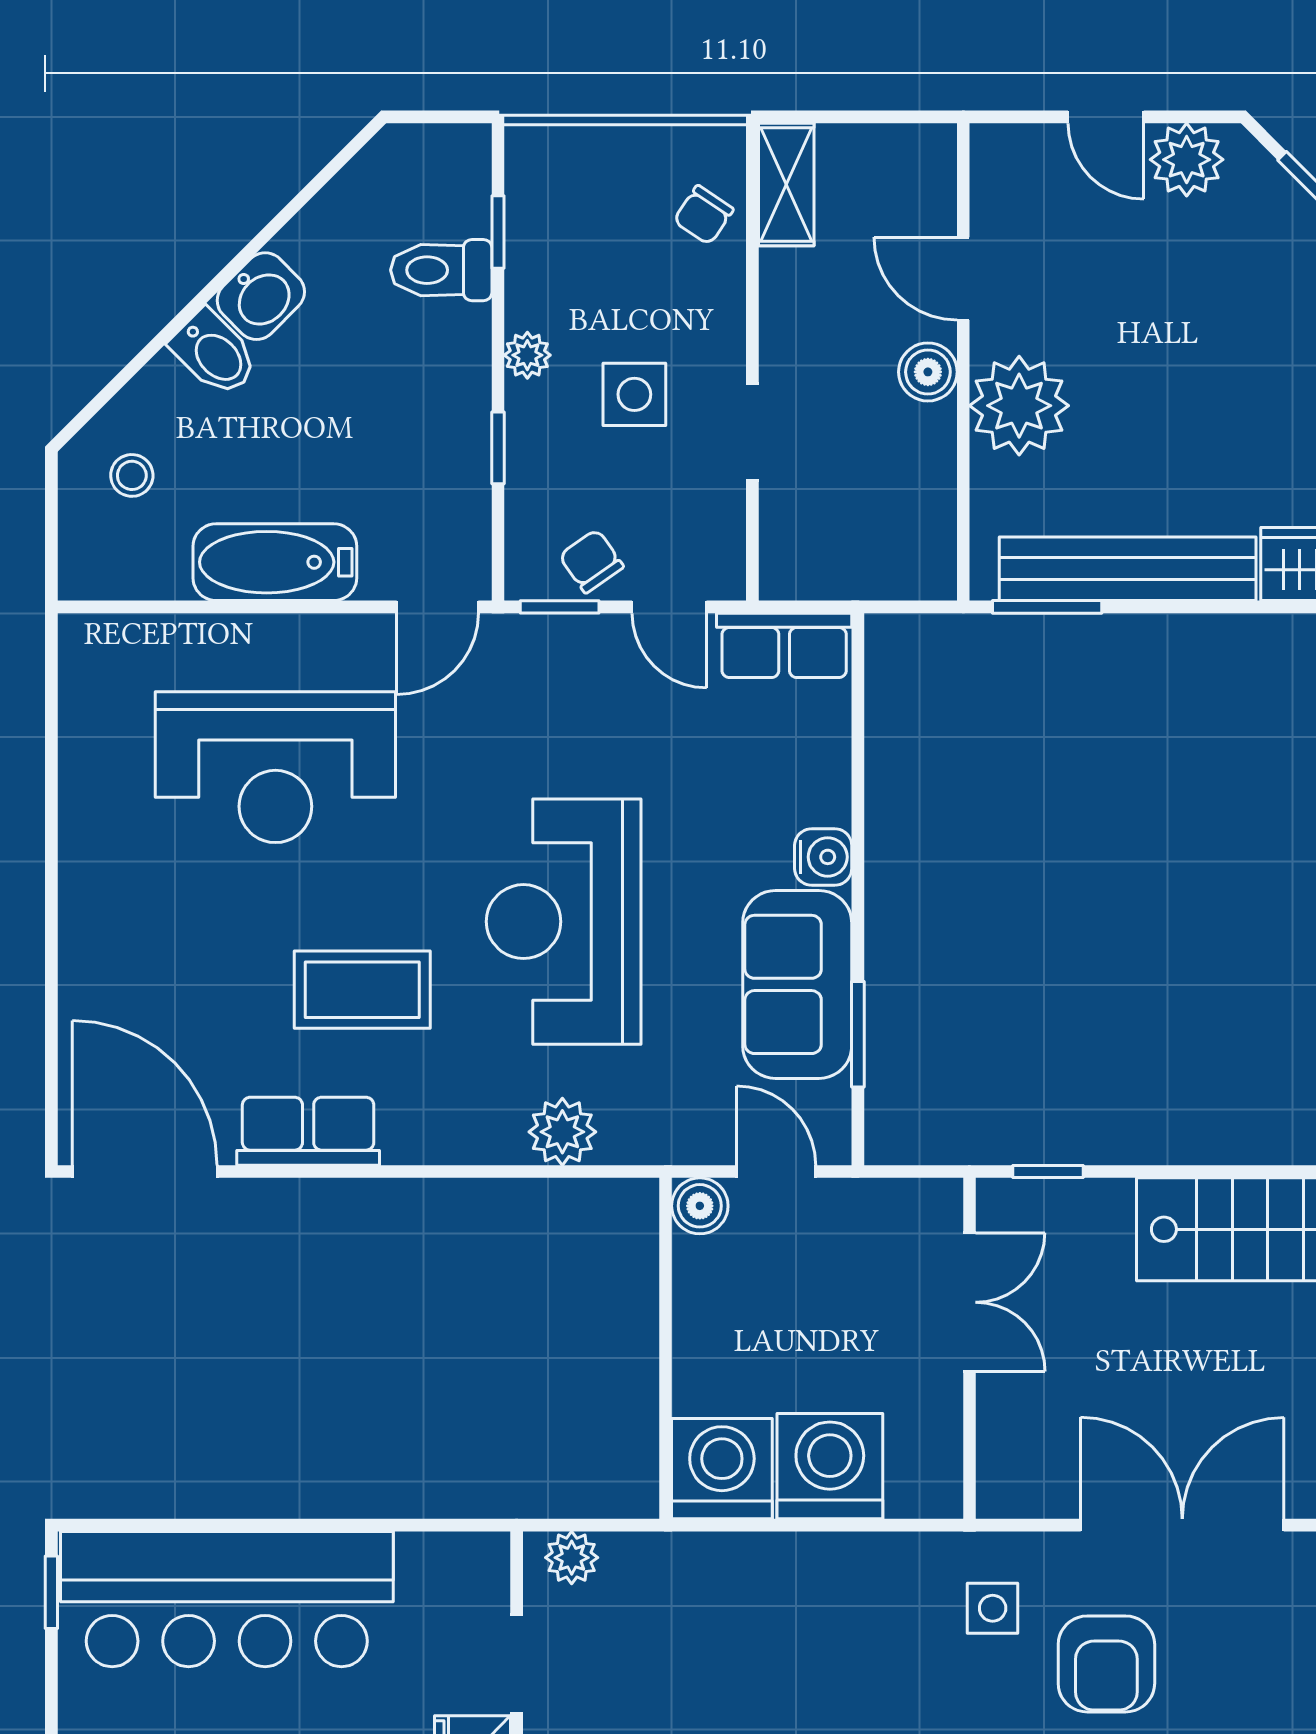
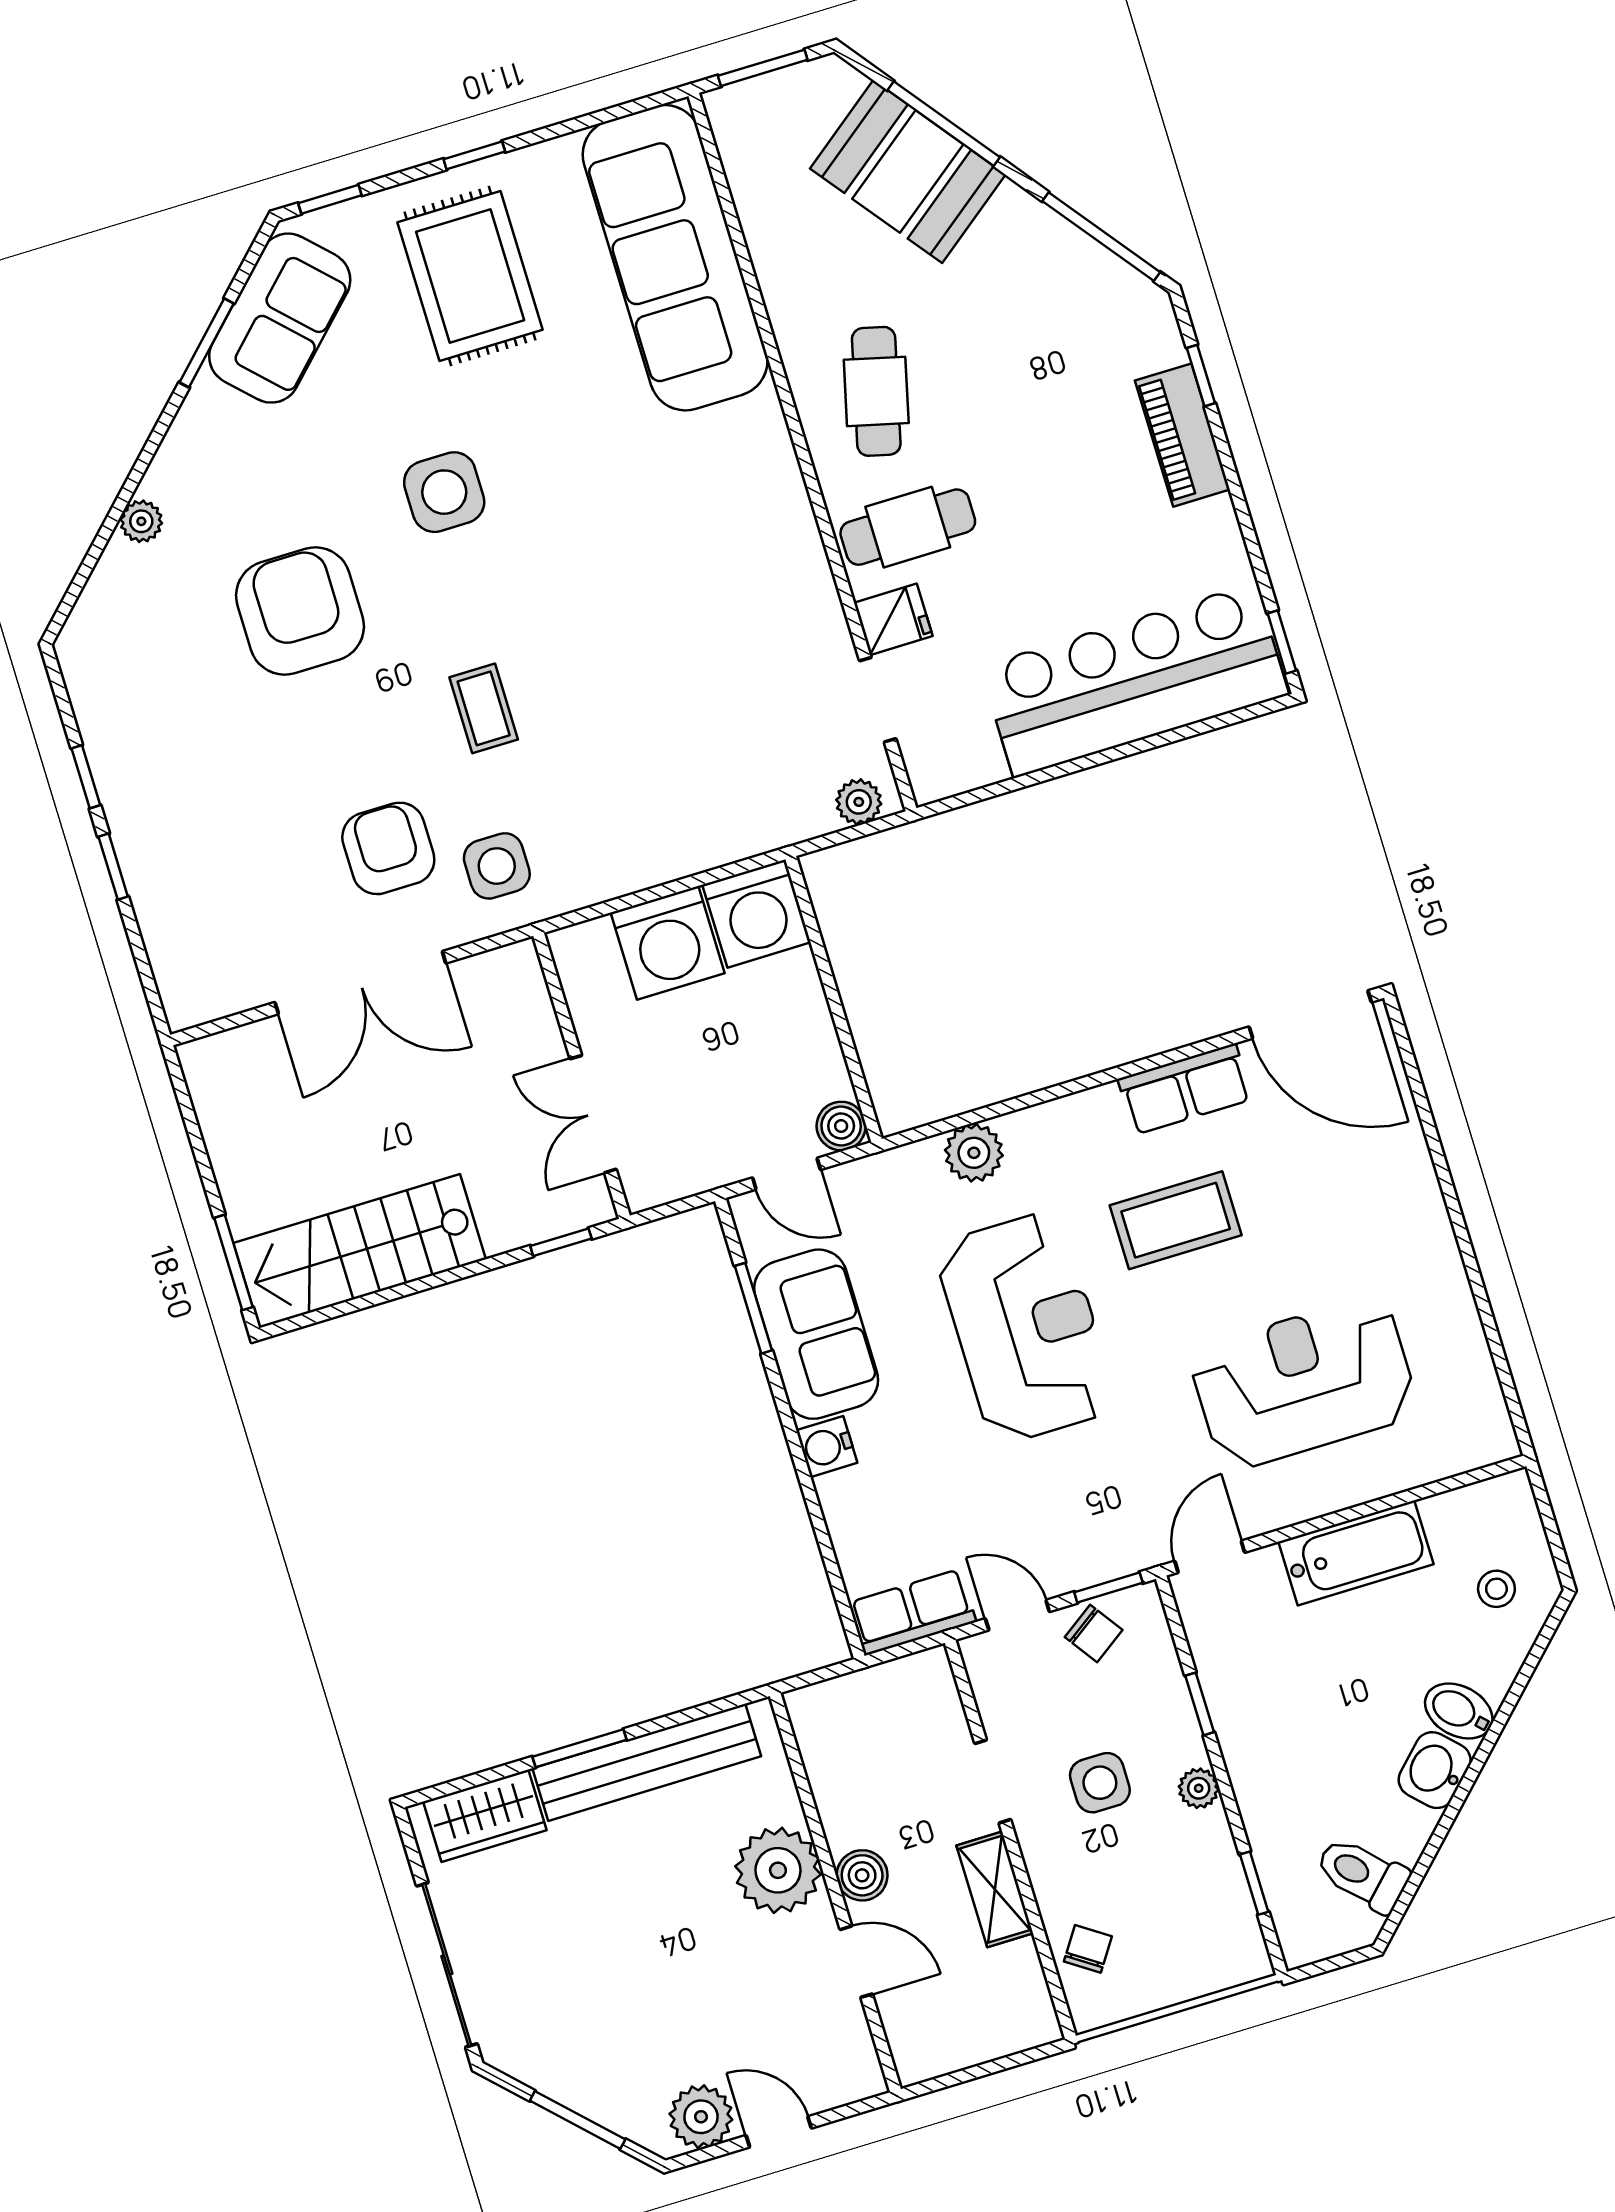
shelving: (786, 185) -> (995, 1889), moved
toilet: (441, 270) -> (1362, 1874), moved, turned -135
window: (1047, 607) -> (579, 1748), moved
side table: (993, 1608) -> (497, 866), width x1.37, depth x1.37

